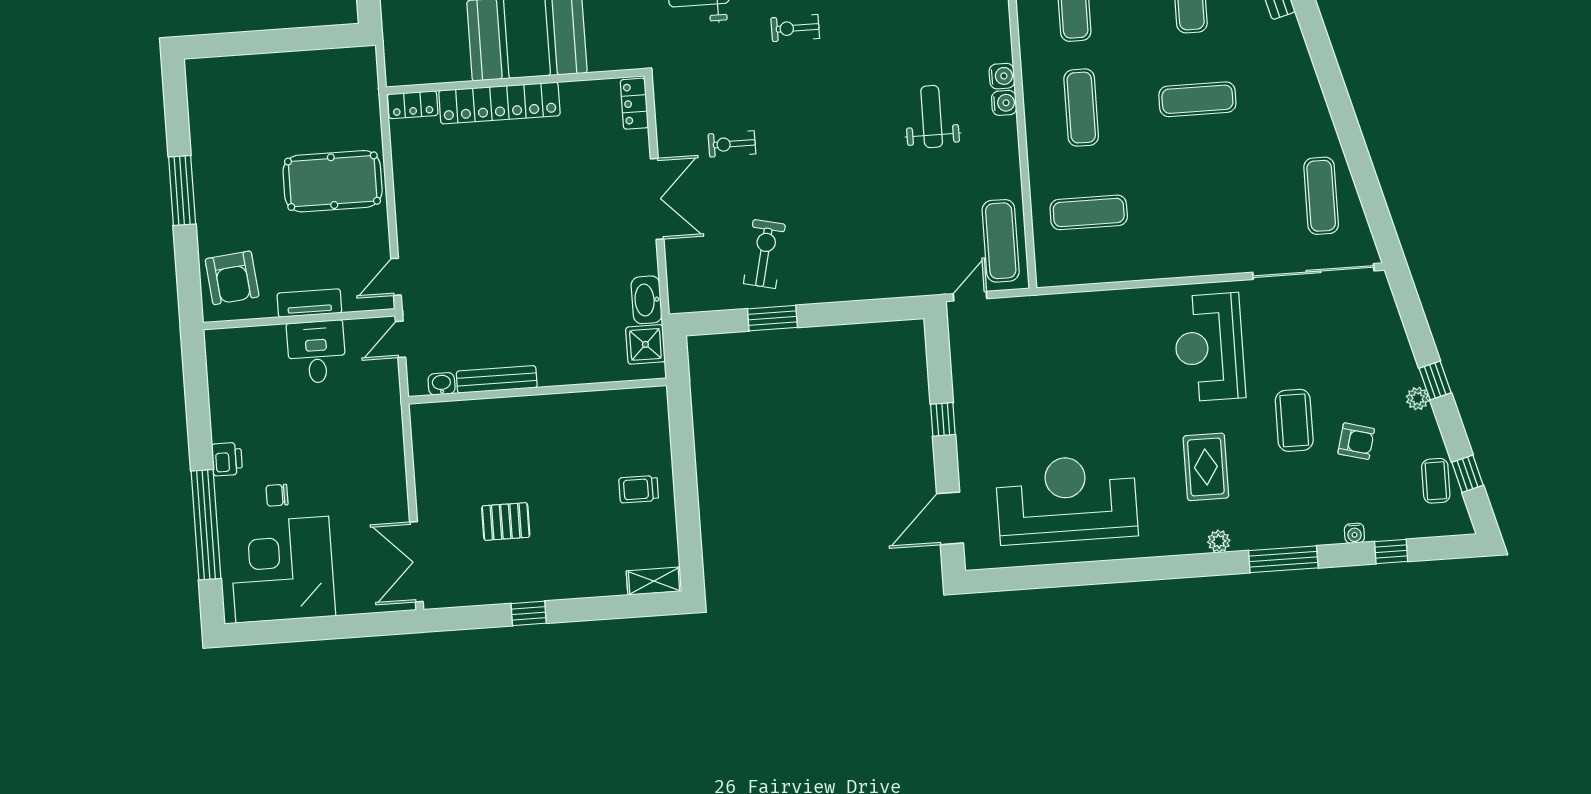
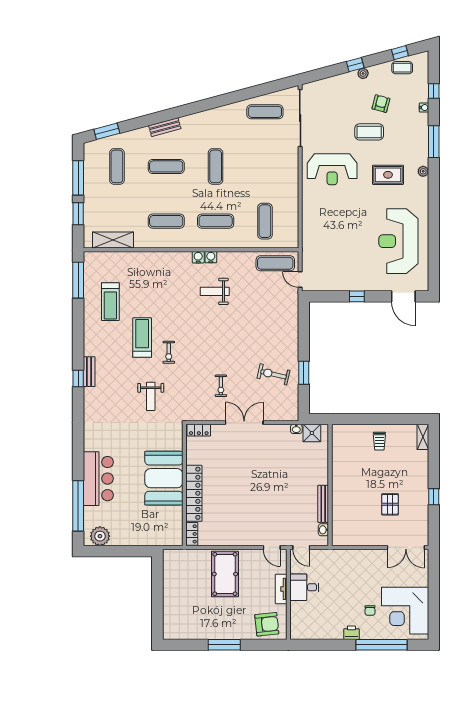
washbasin: (647, 300) -> (296, 429), width x0.52, depth x0.69

